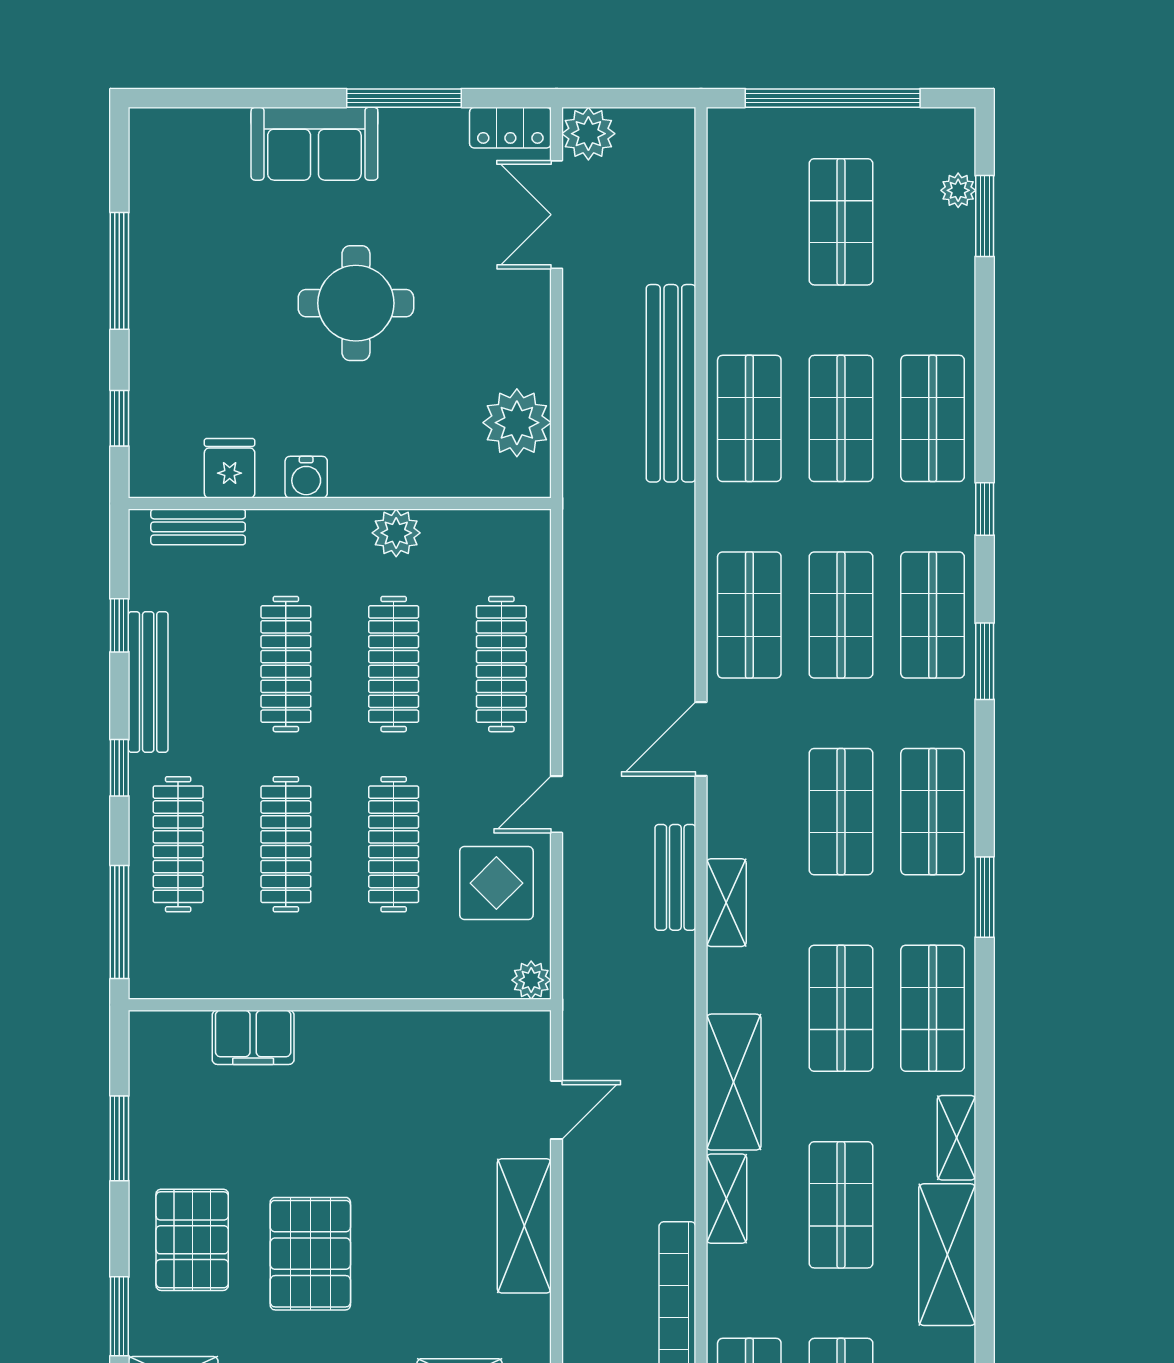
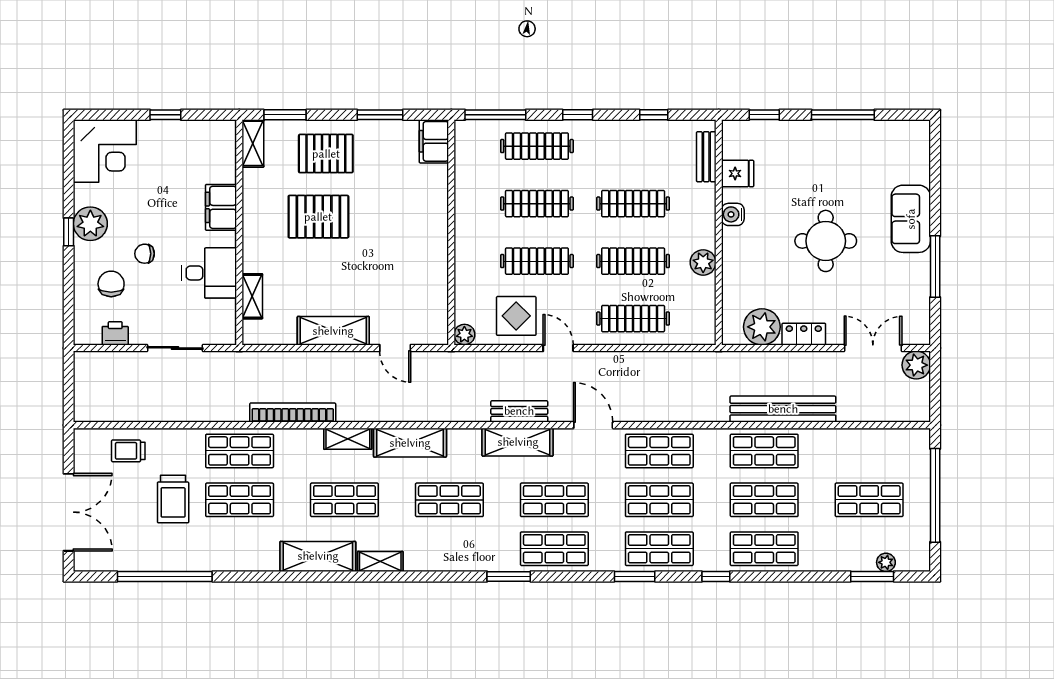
locker: (510, 128) -> (804, 334), moved, turned 90
bench: (148, 682) -> (624, 130), removed
shelving: (726, 903) -> (518, 442), width x1.50, depth x1.33
shop shelf: (933, 1008) -> (449, 549), removed
filing cabinet: (253, 1037) -> (434, 141), moved

